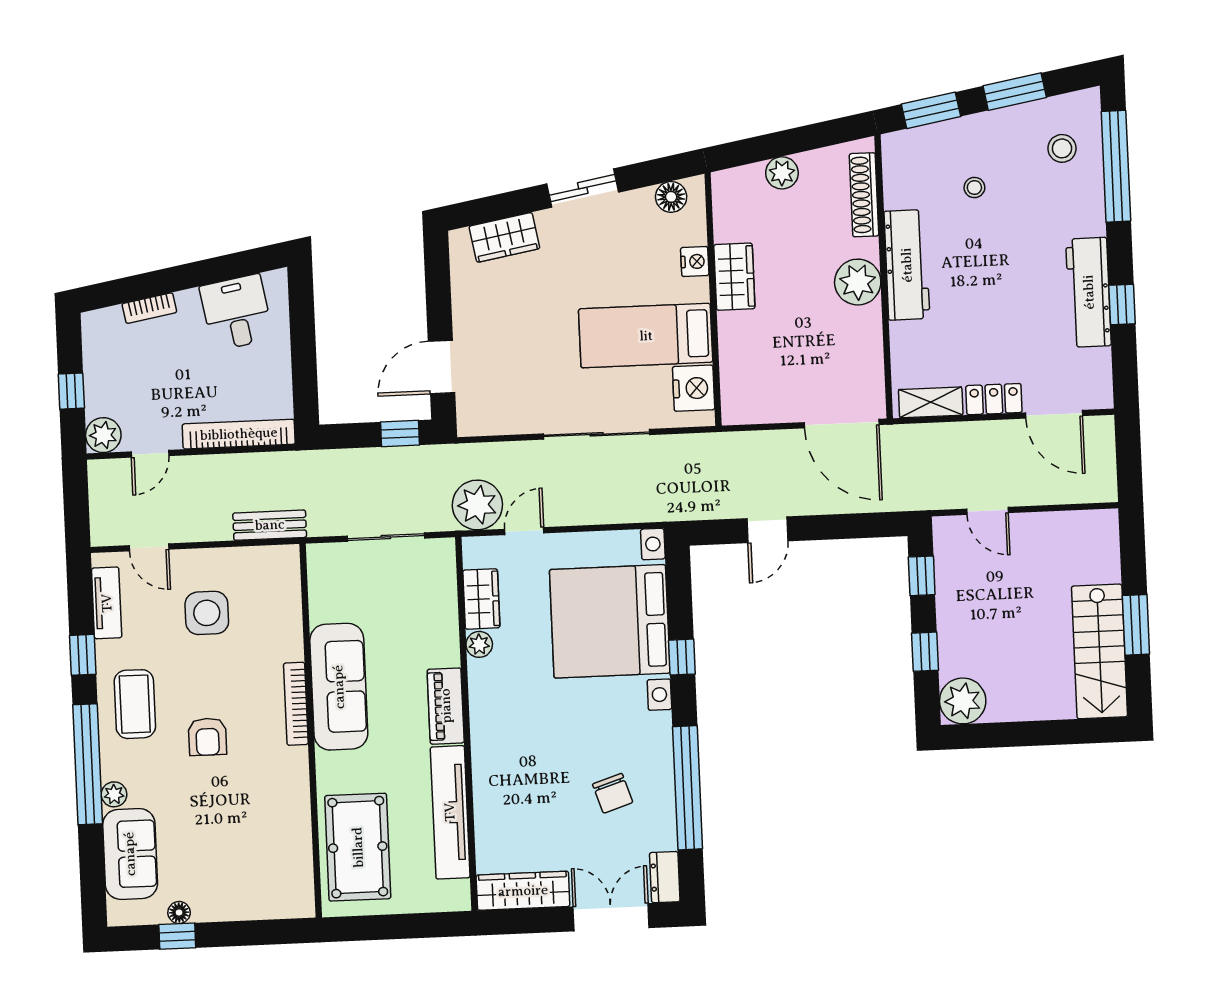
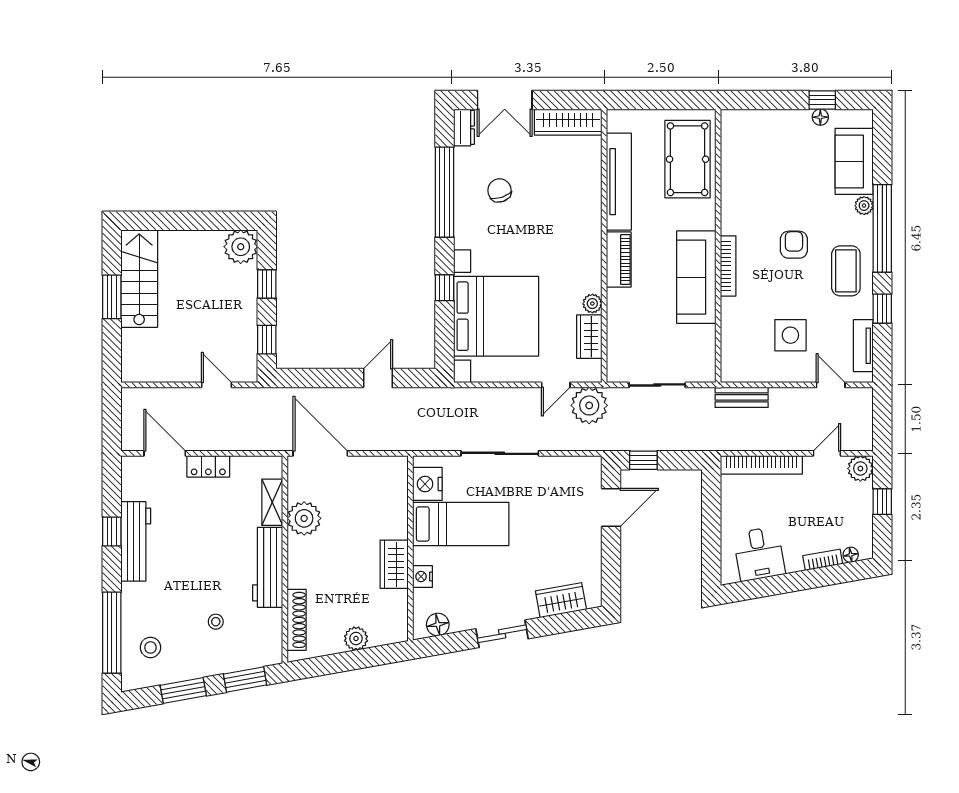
plant: (858, 282) -> (304, 518), moved
floor lamp: (111, 317) -> (851, 555), added
shelving: (931, 402) -> (272, 502), moved, turned 90

